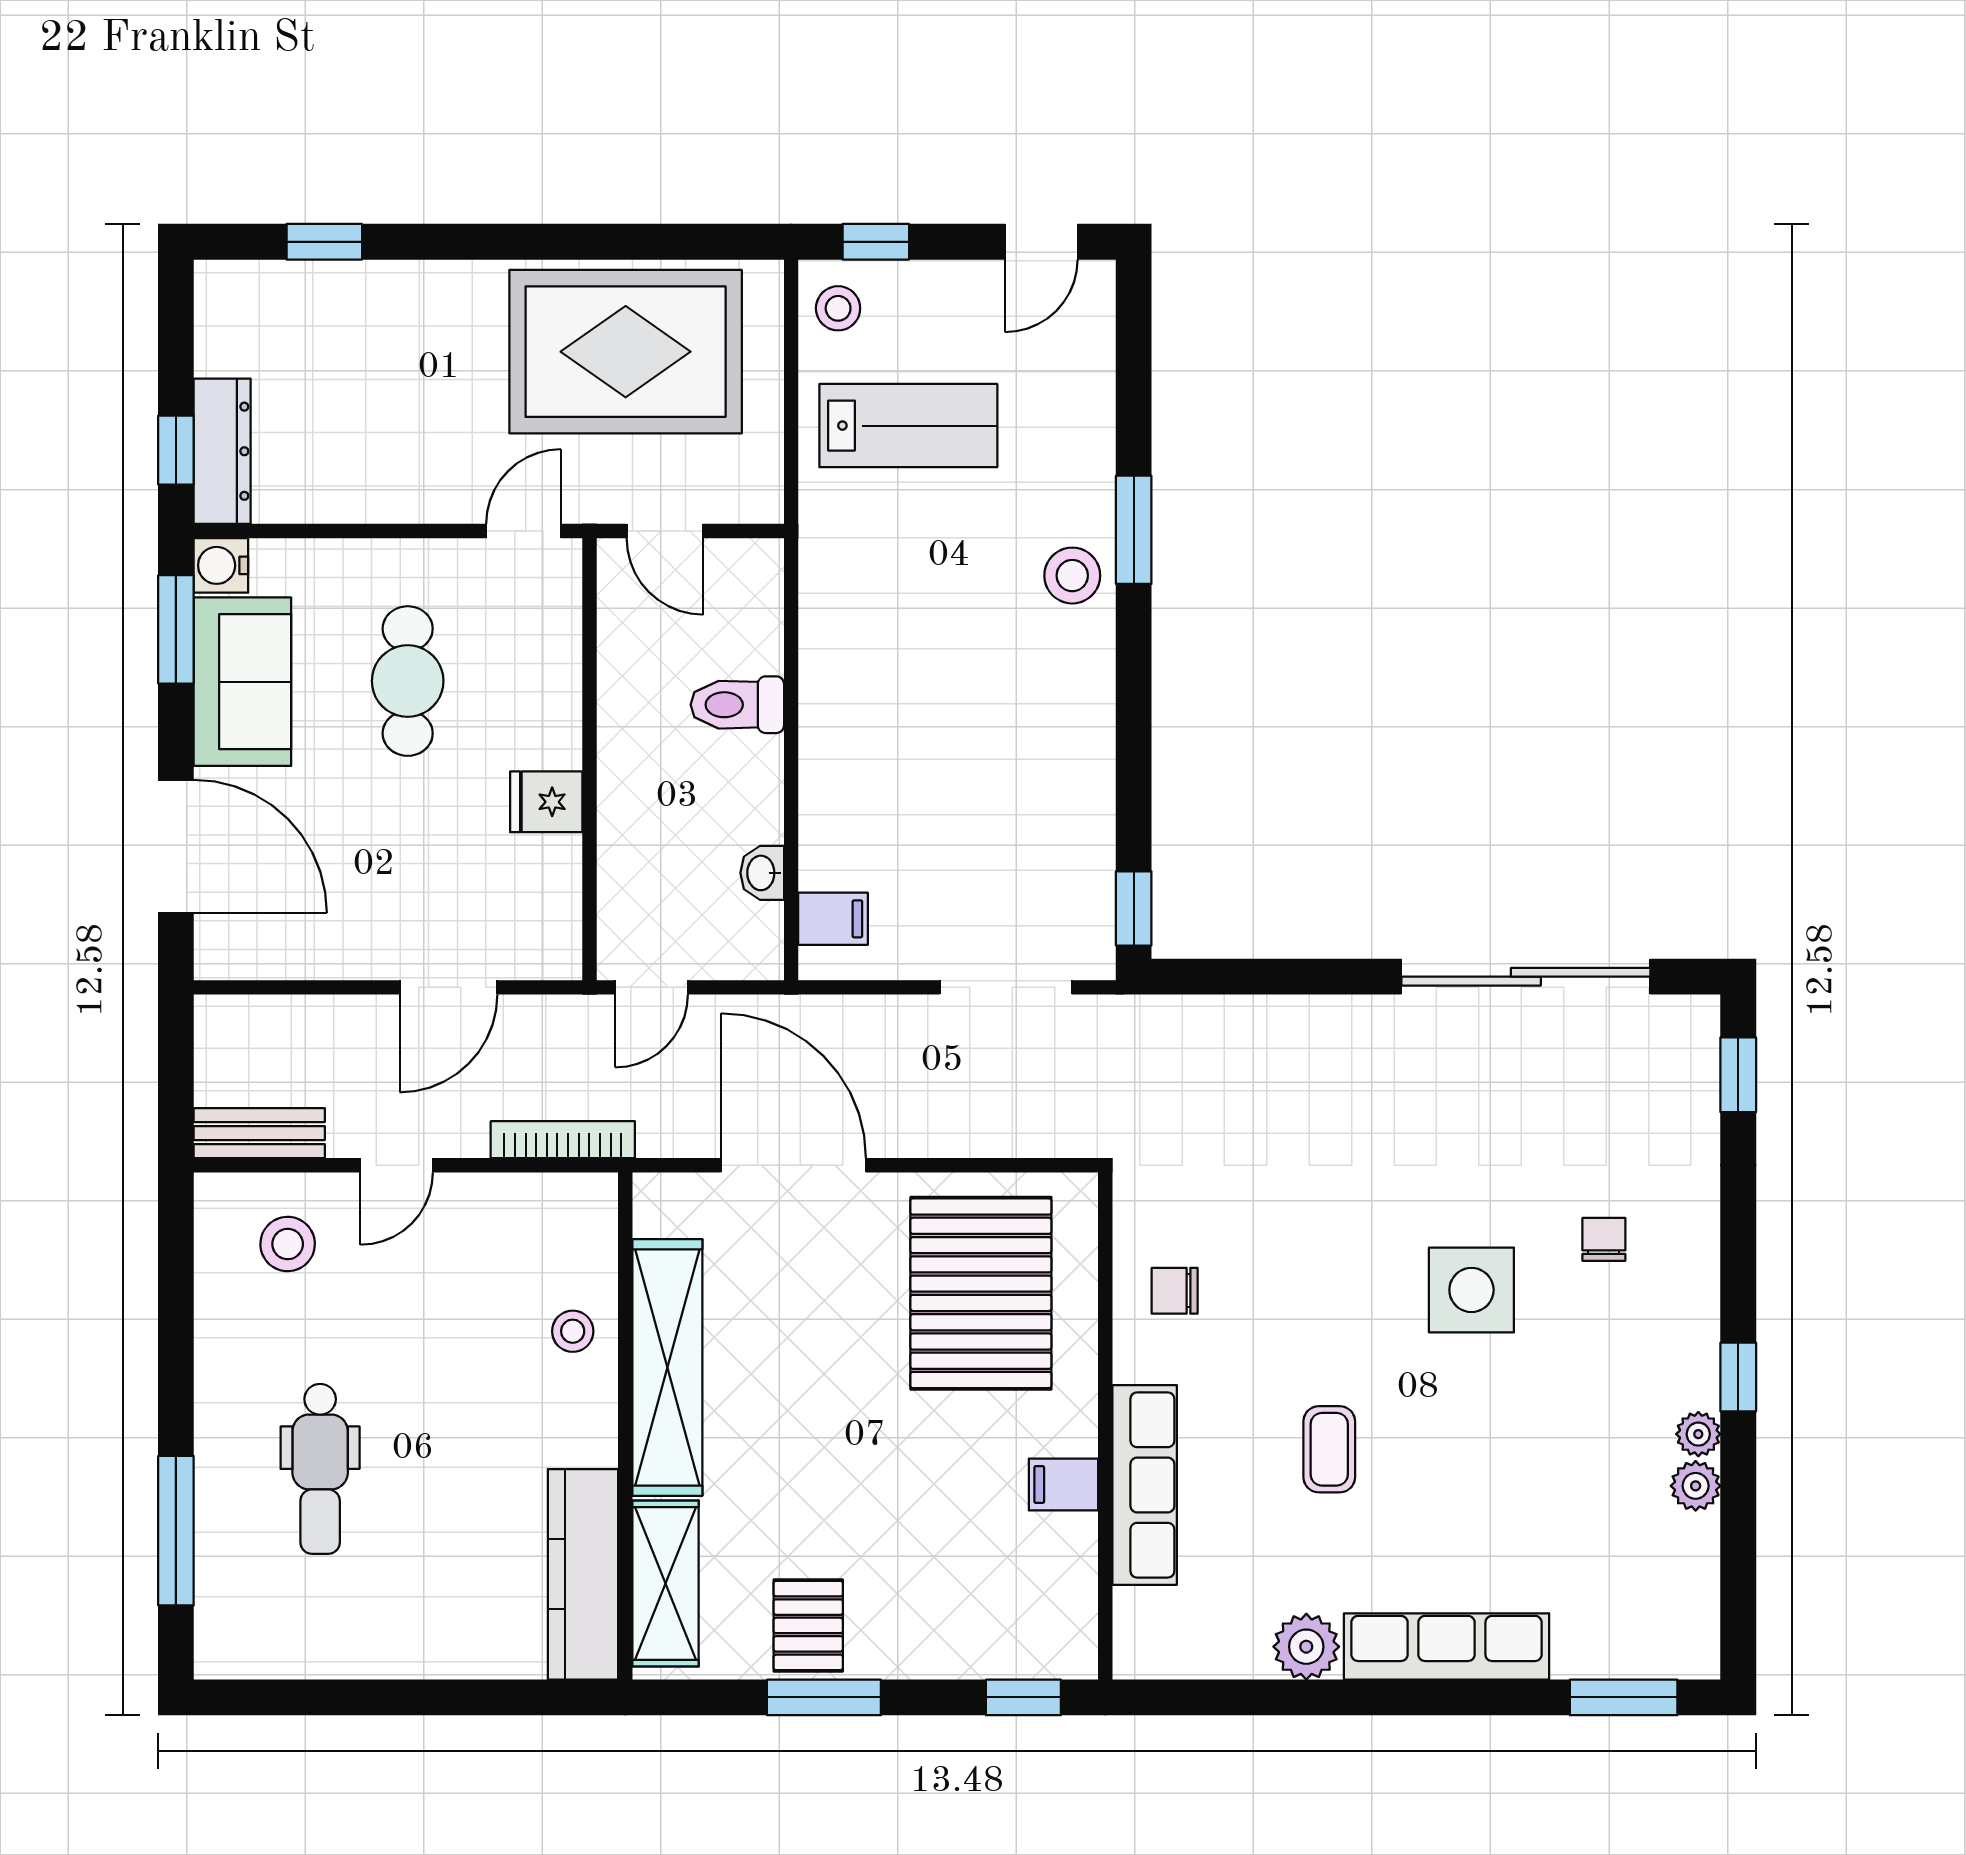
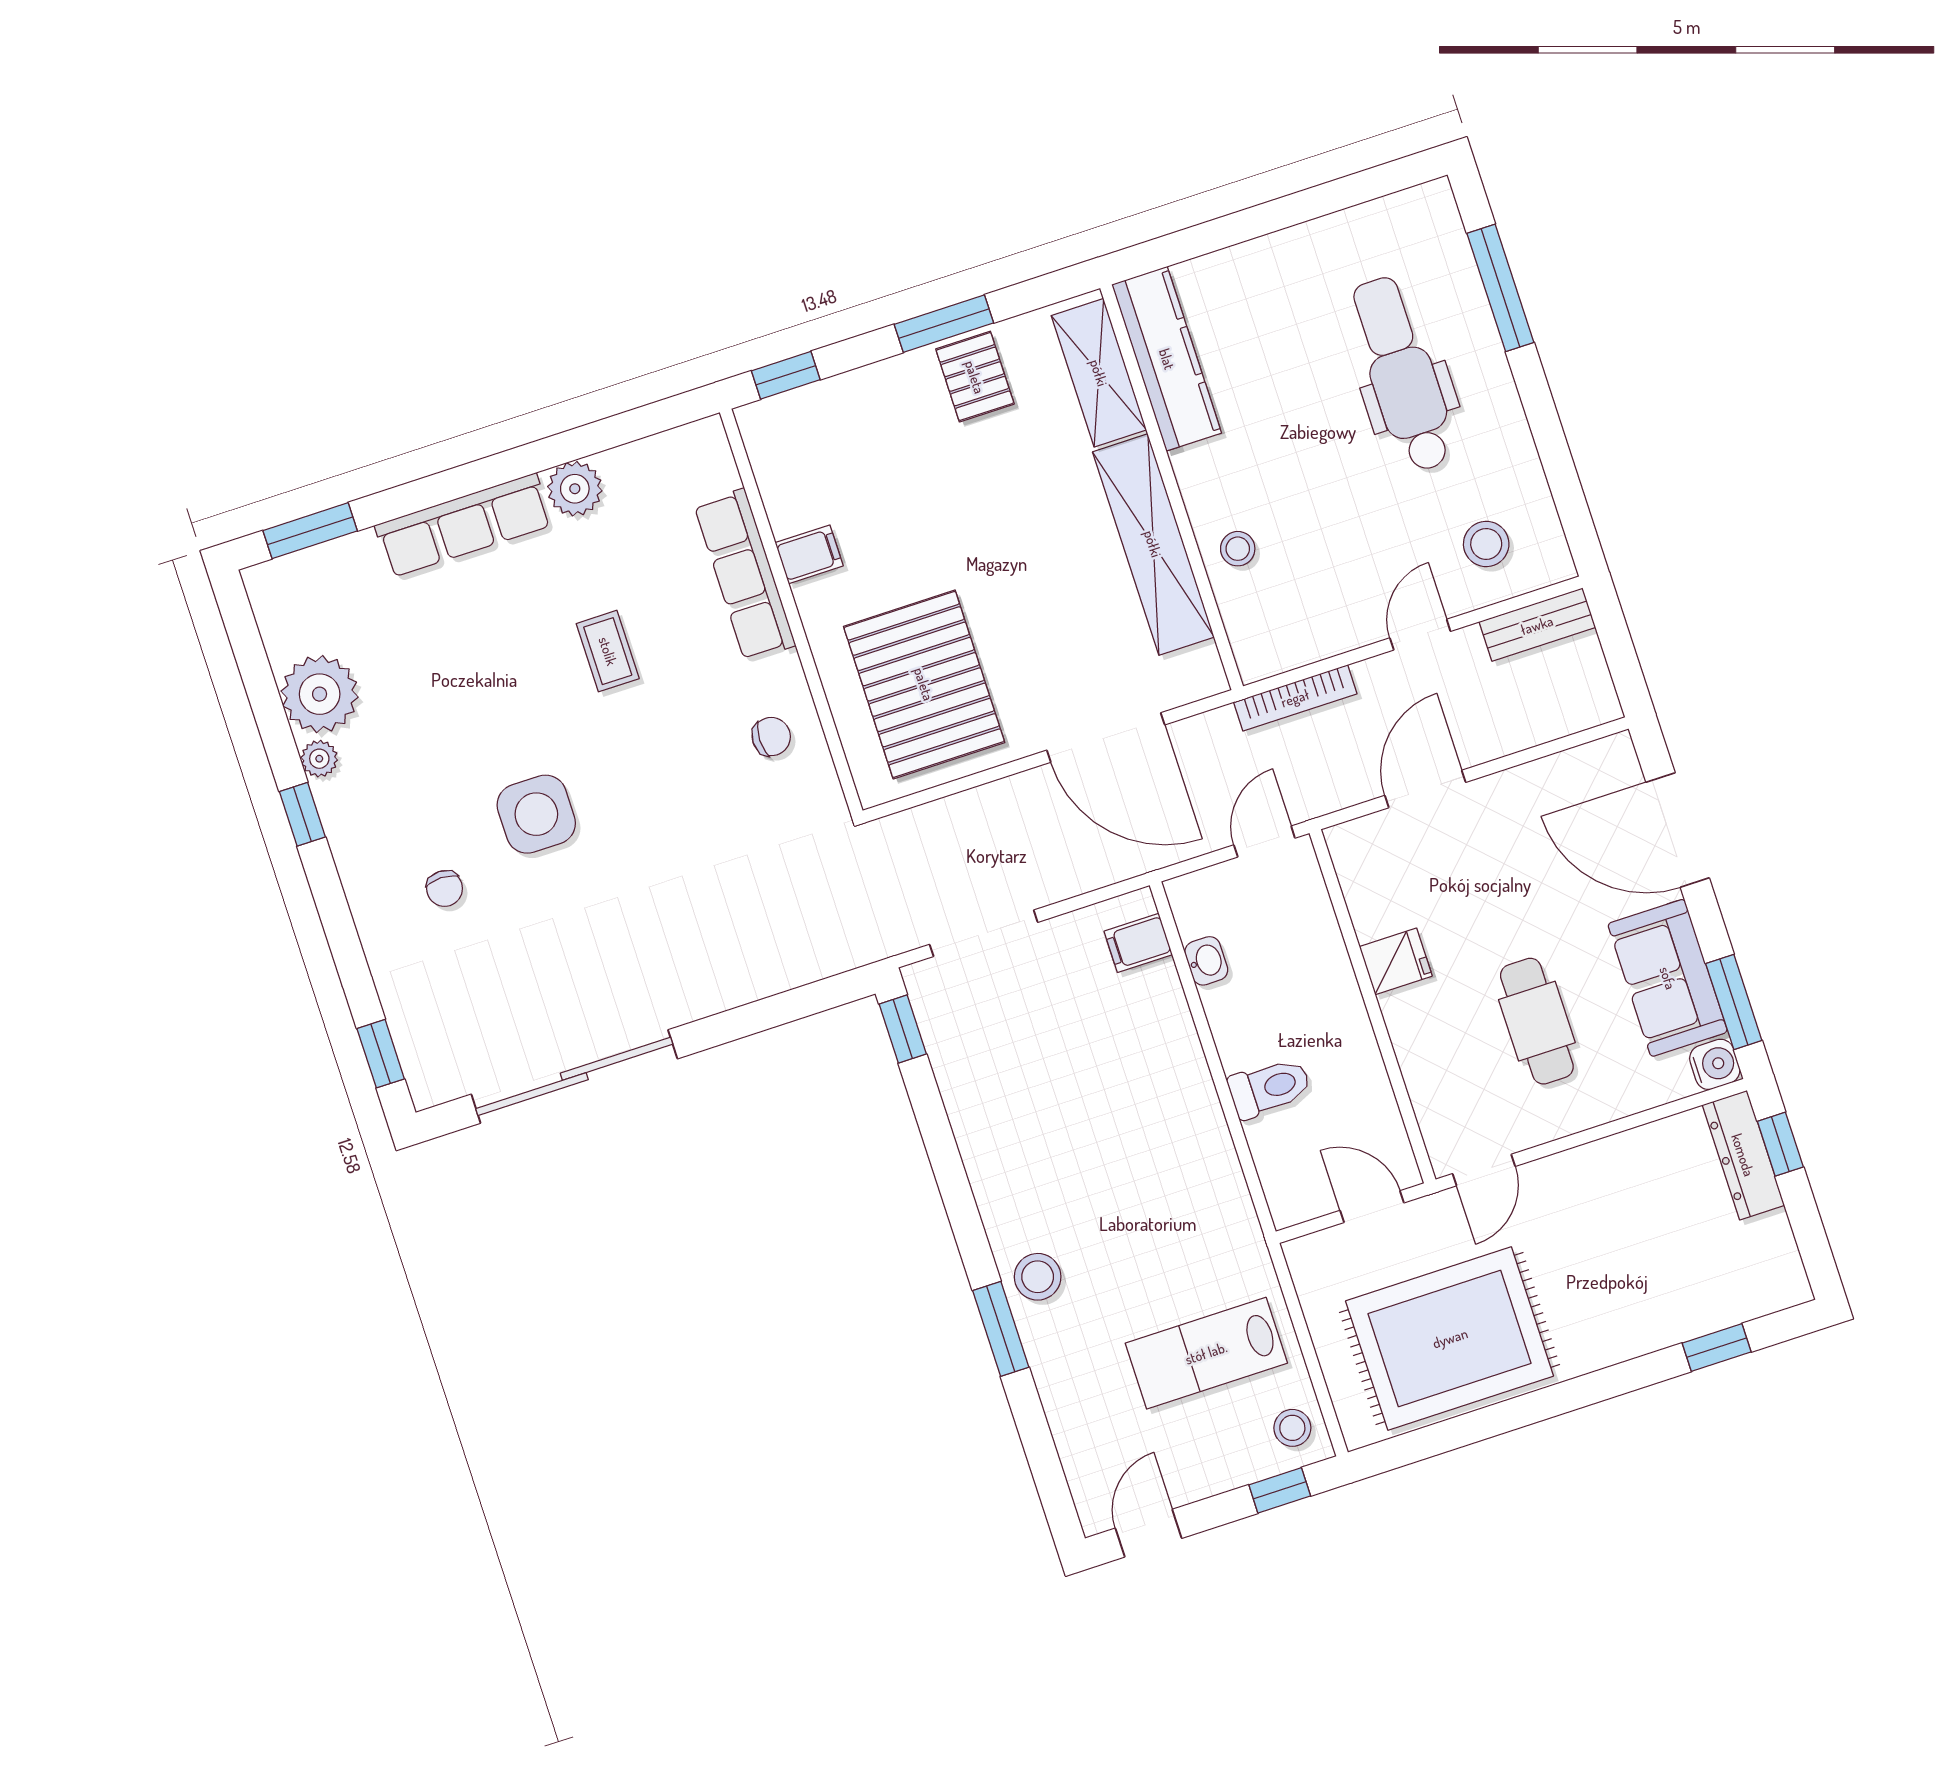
dental chair: (320, 1469) -> (1402, 374), width x1.36, depth x1.38
plant: (1696, 1486) -> (320, 694), width x1.88, depth x1.88

